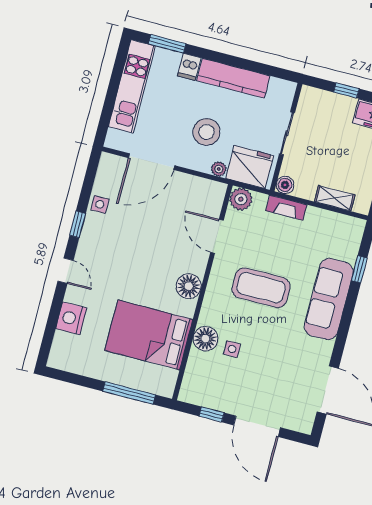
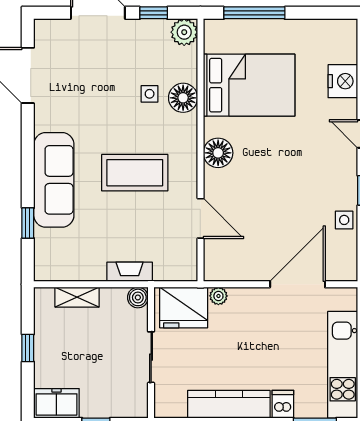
stool: (206, 132) -> (244, 335), removed
plant: (241, 199) -> (184, 32), moved

